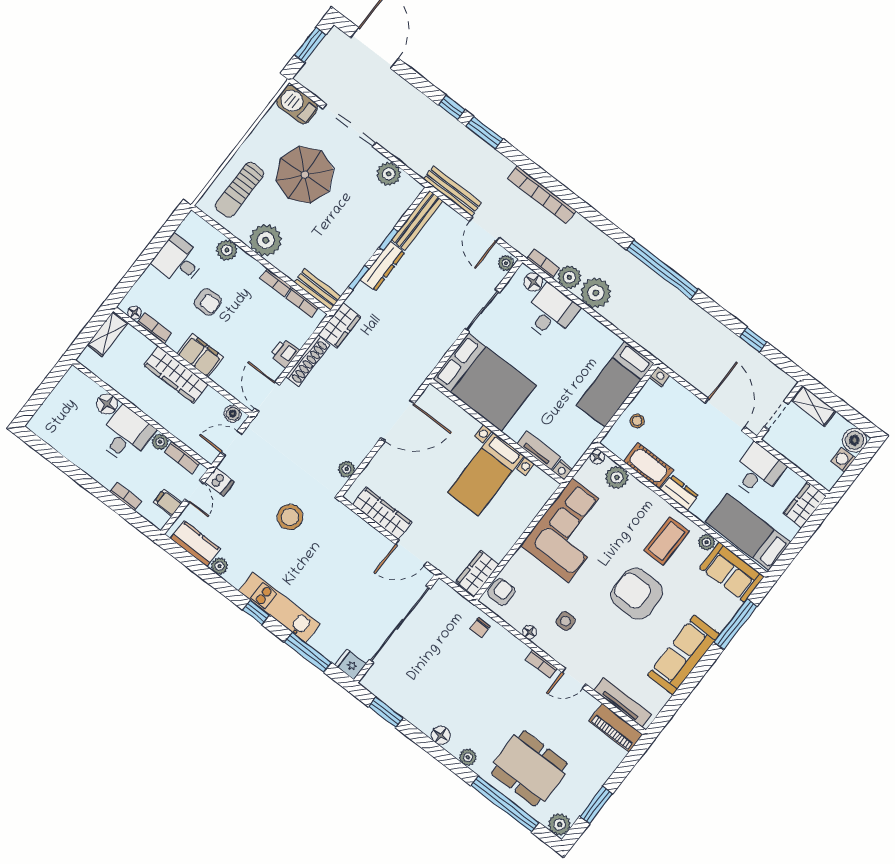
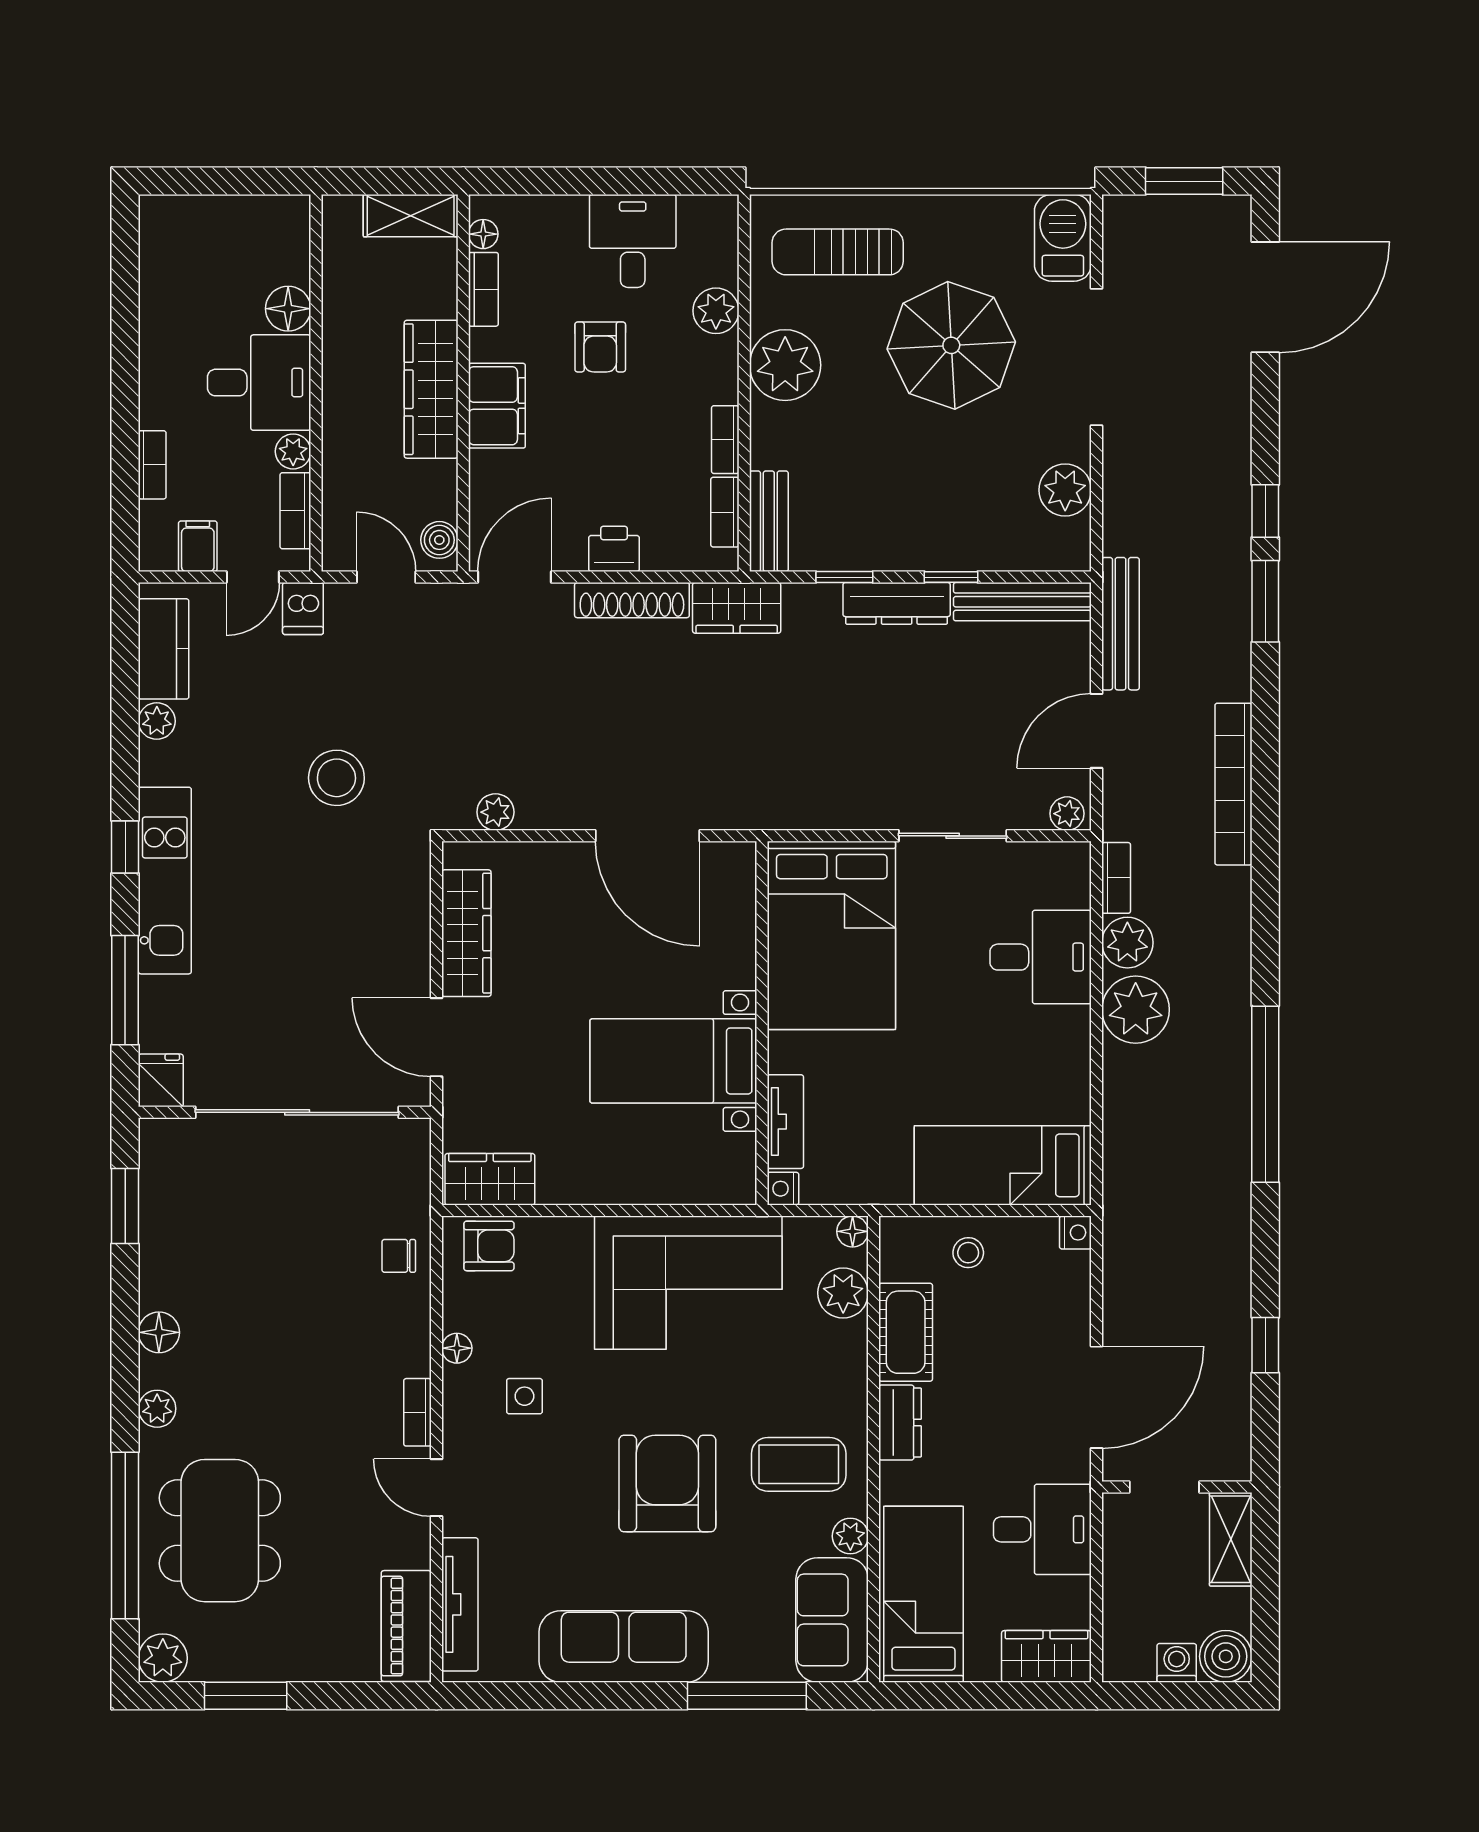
floor lamp: (533, 282) -> (1071, 886), removed

